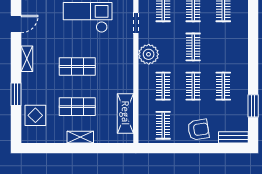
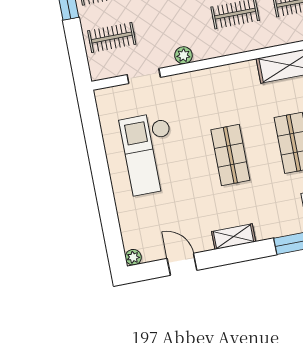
plant: (149, 54) -> (183, 55), width x0.53, depth x0.53

